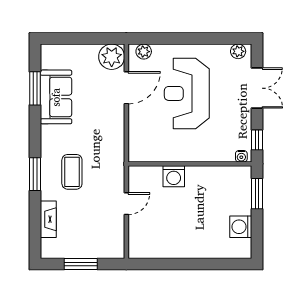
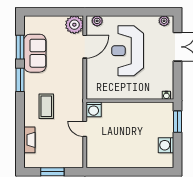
window: (257, 140) -> (177, 84), removed
window: (35, 174) -> (20, 80), moved
washing machine: (174, 176) -> (94, 109), moved
door: (126, 204) -> (85, 129), swing flipped

